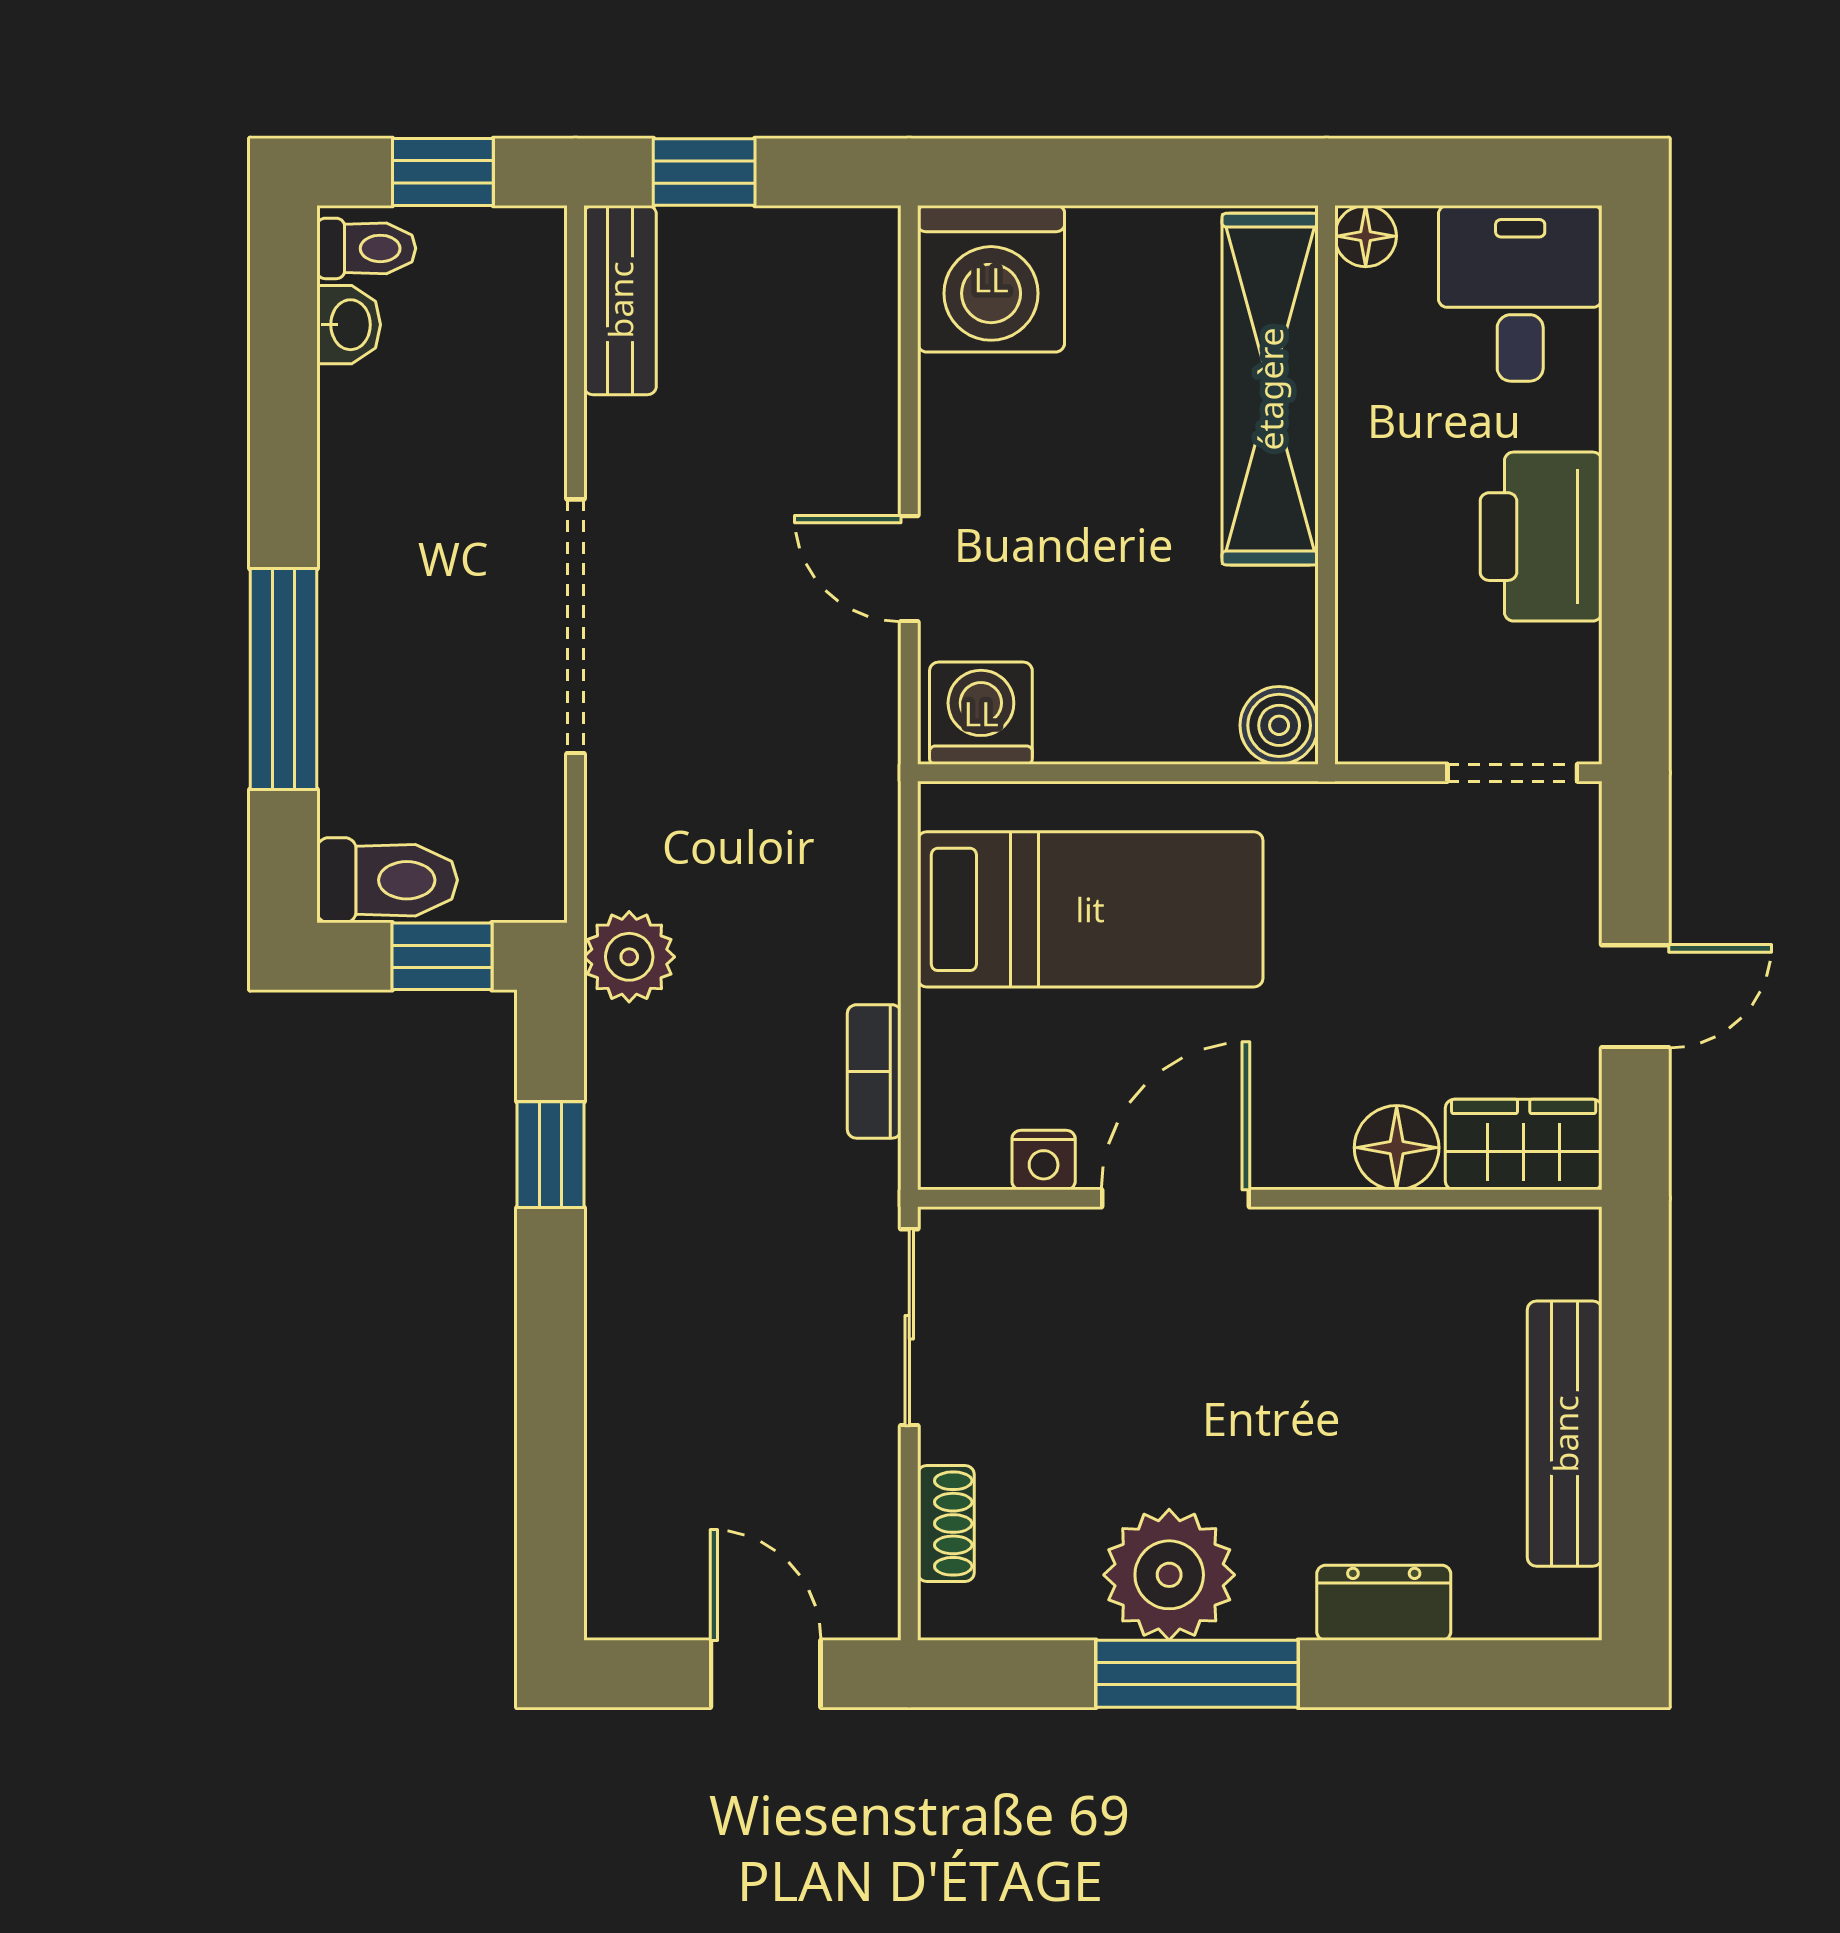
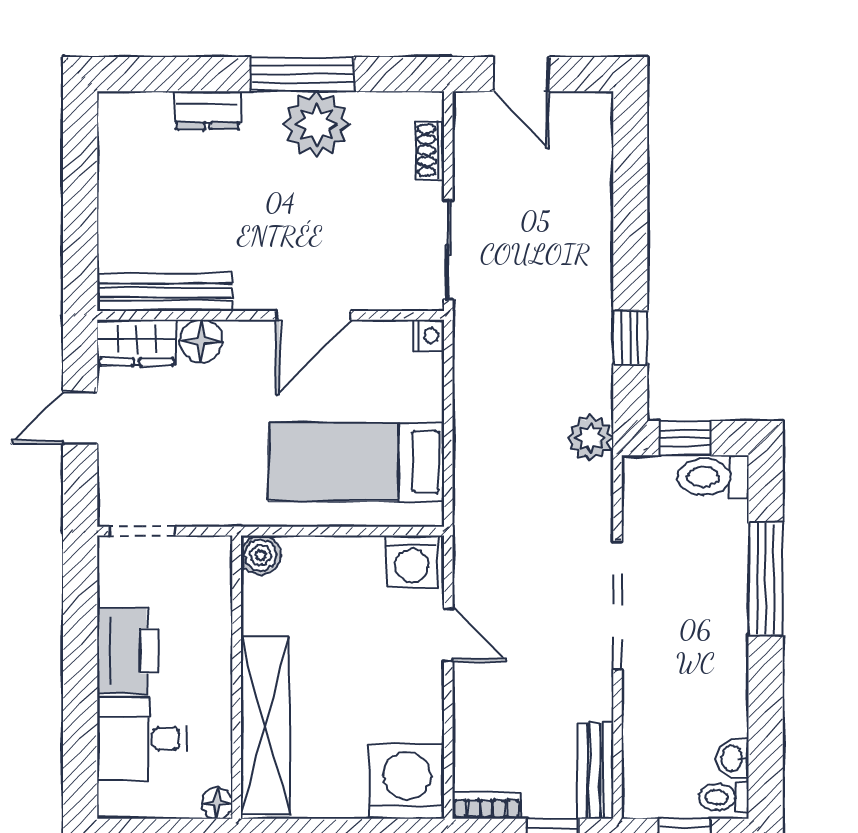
desk: (1520, 293) -> (142, 739), moved, turned 90
bookcase: (874, 1071) -> (486, 805), moved, turned -90
nightstand: (1044, 1160) -> (429, 336), moved, turned 90
bench: (1565, 1434) -> (164, 292), moved, turned 90

